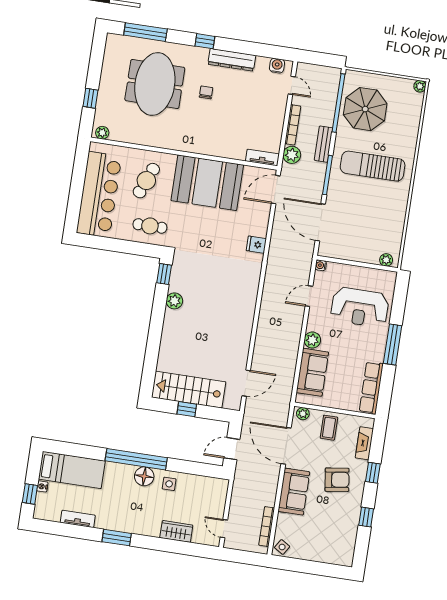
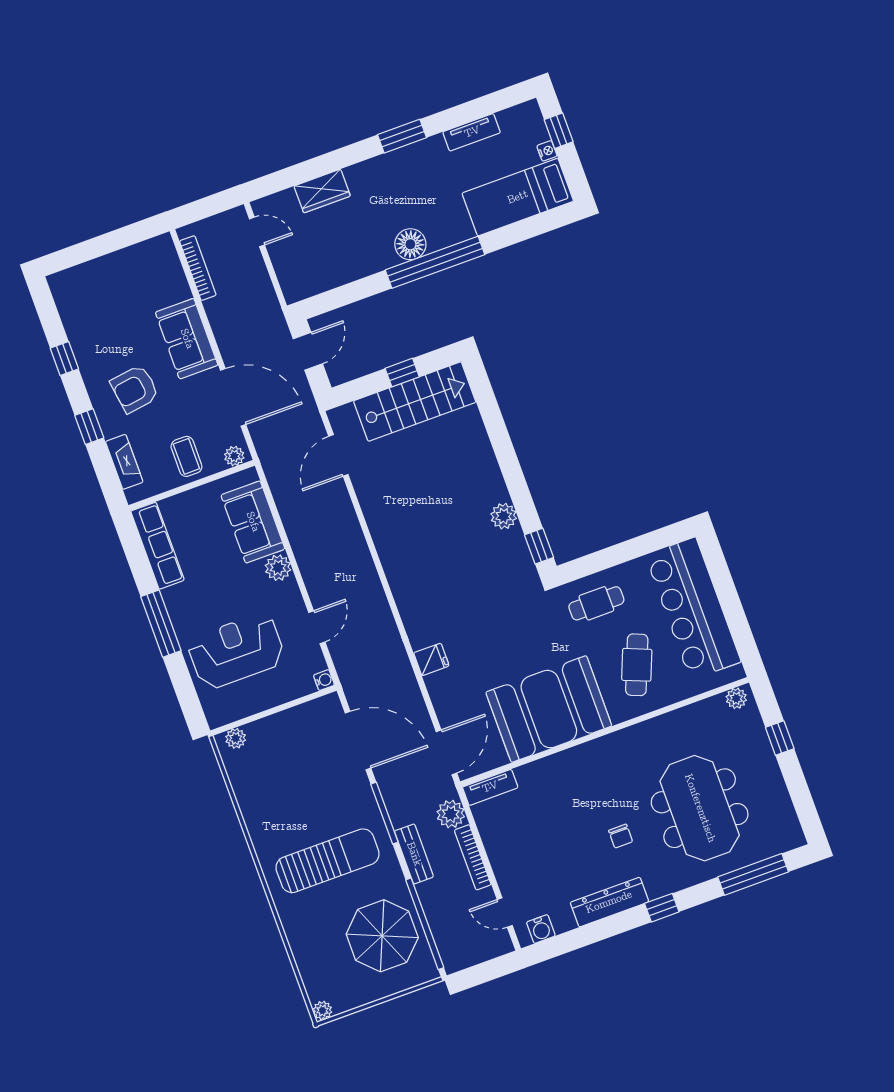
side table: (169, 484) -> (369, 253), removed
side table: (282, 547) -> (160, 251), removed

